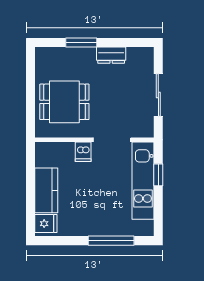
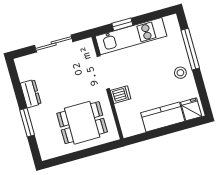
dining table: (64, 102) -> (82, 123), turned 90
stool: (89, 223) -> (180, 73), added

